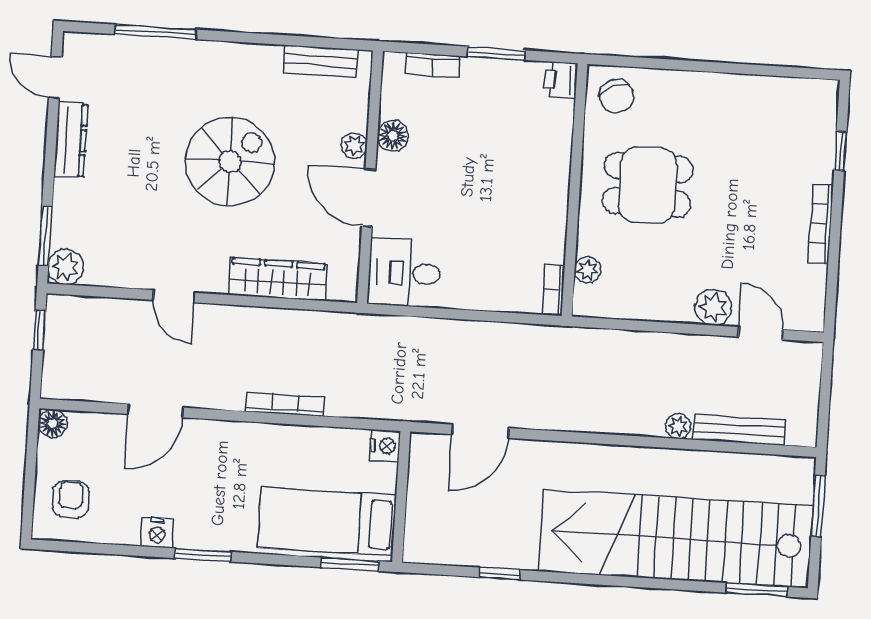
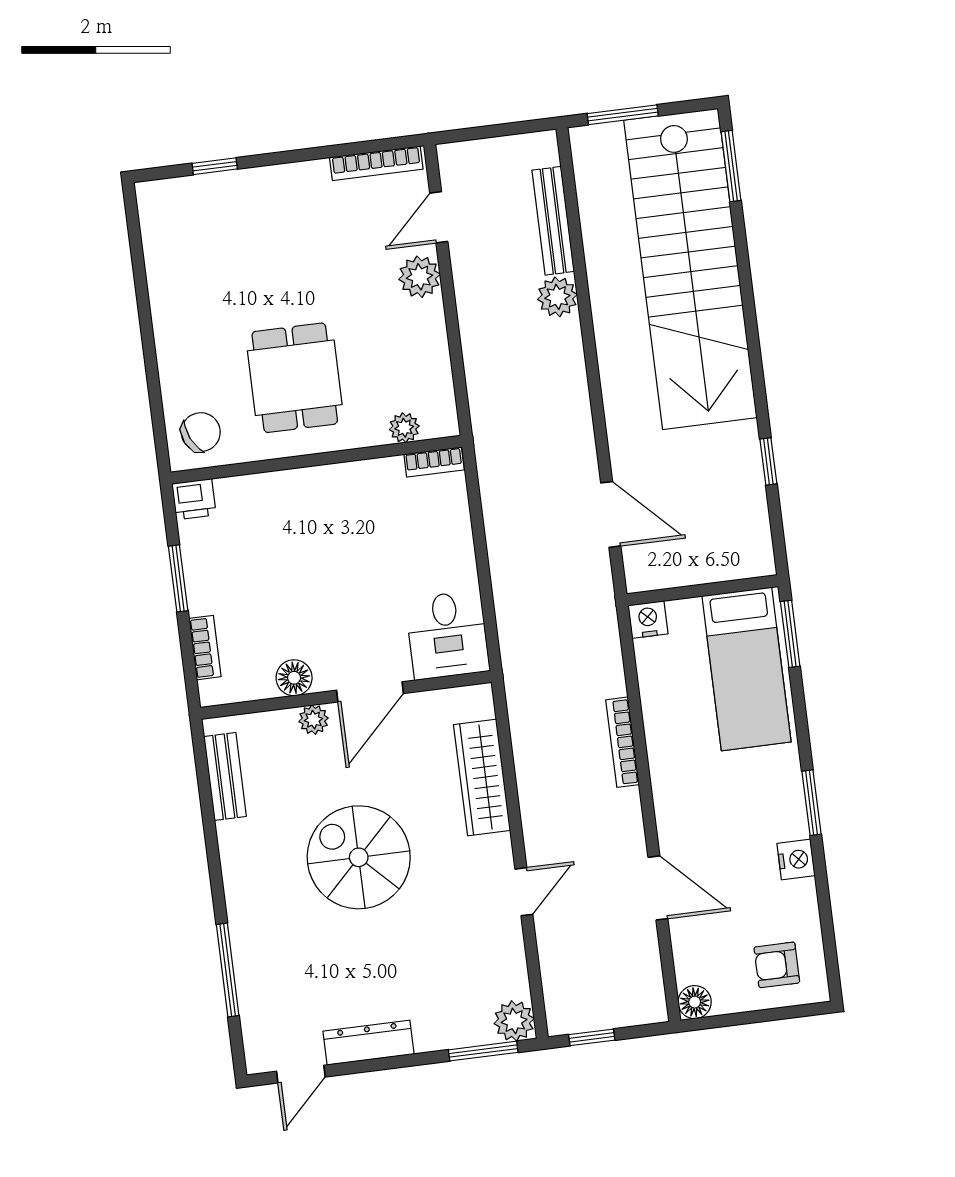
bookcase: (821, 224) -> (376, 163), moved
plant: (678, 426) -> (557, 297), width x1.38, depth x1.38

